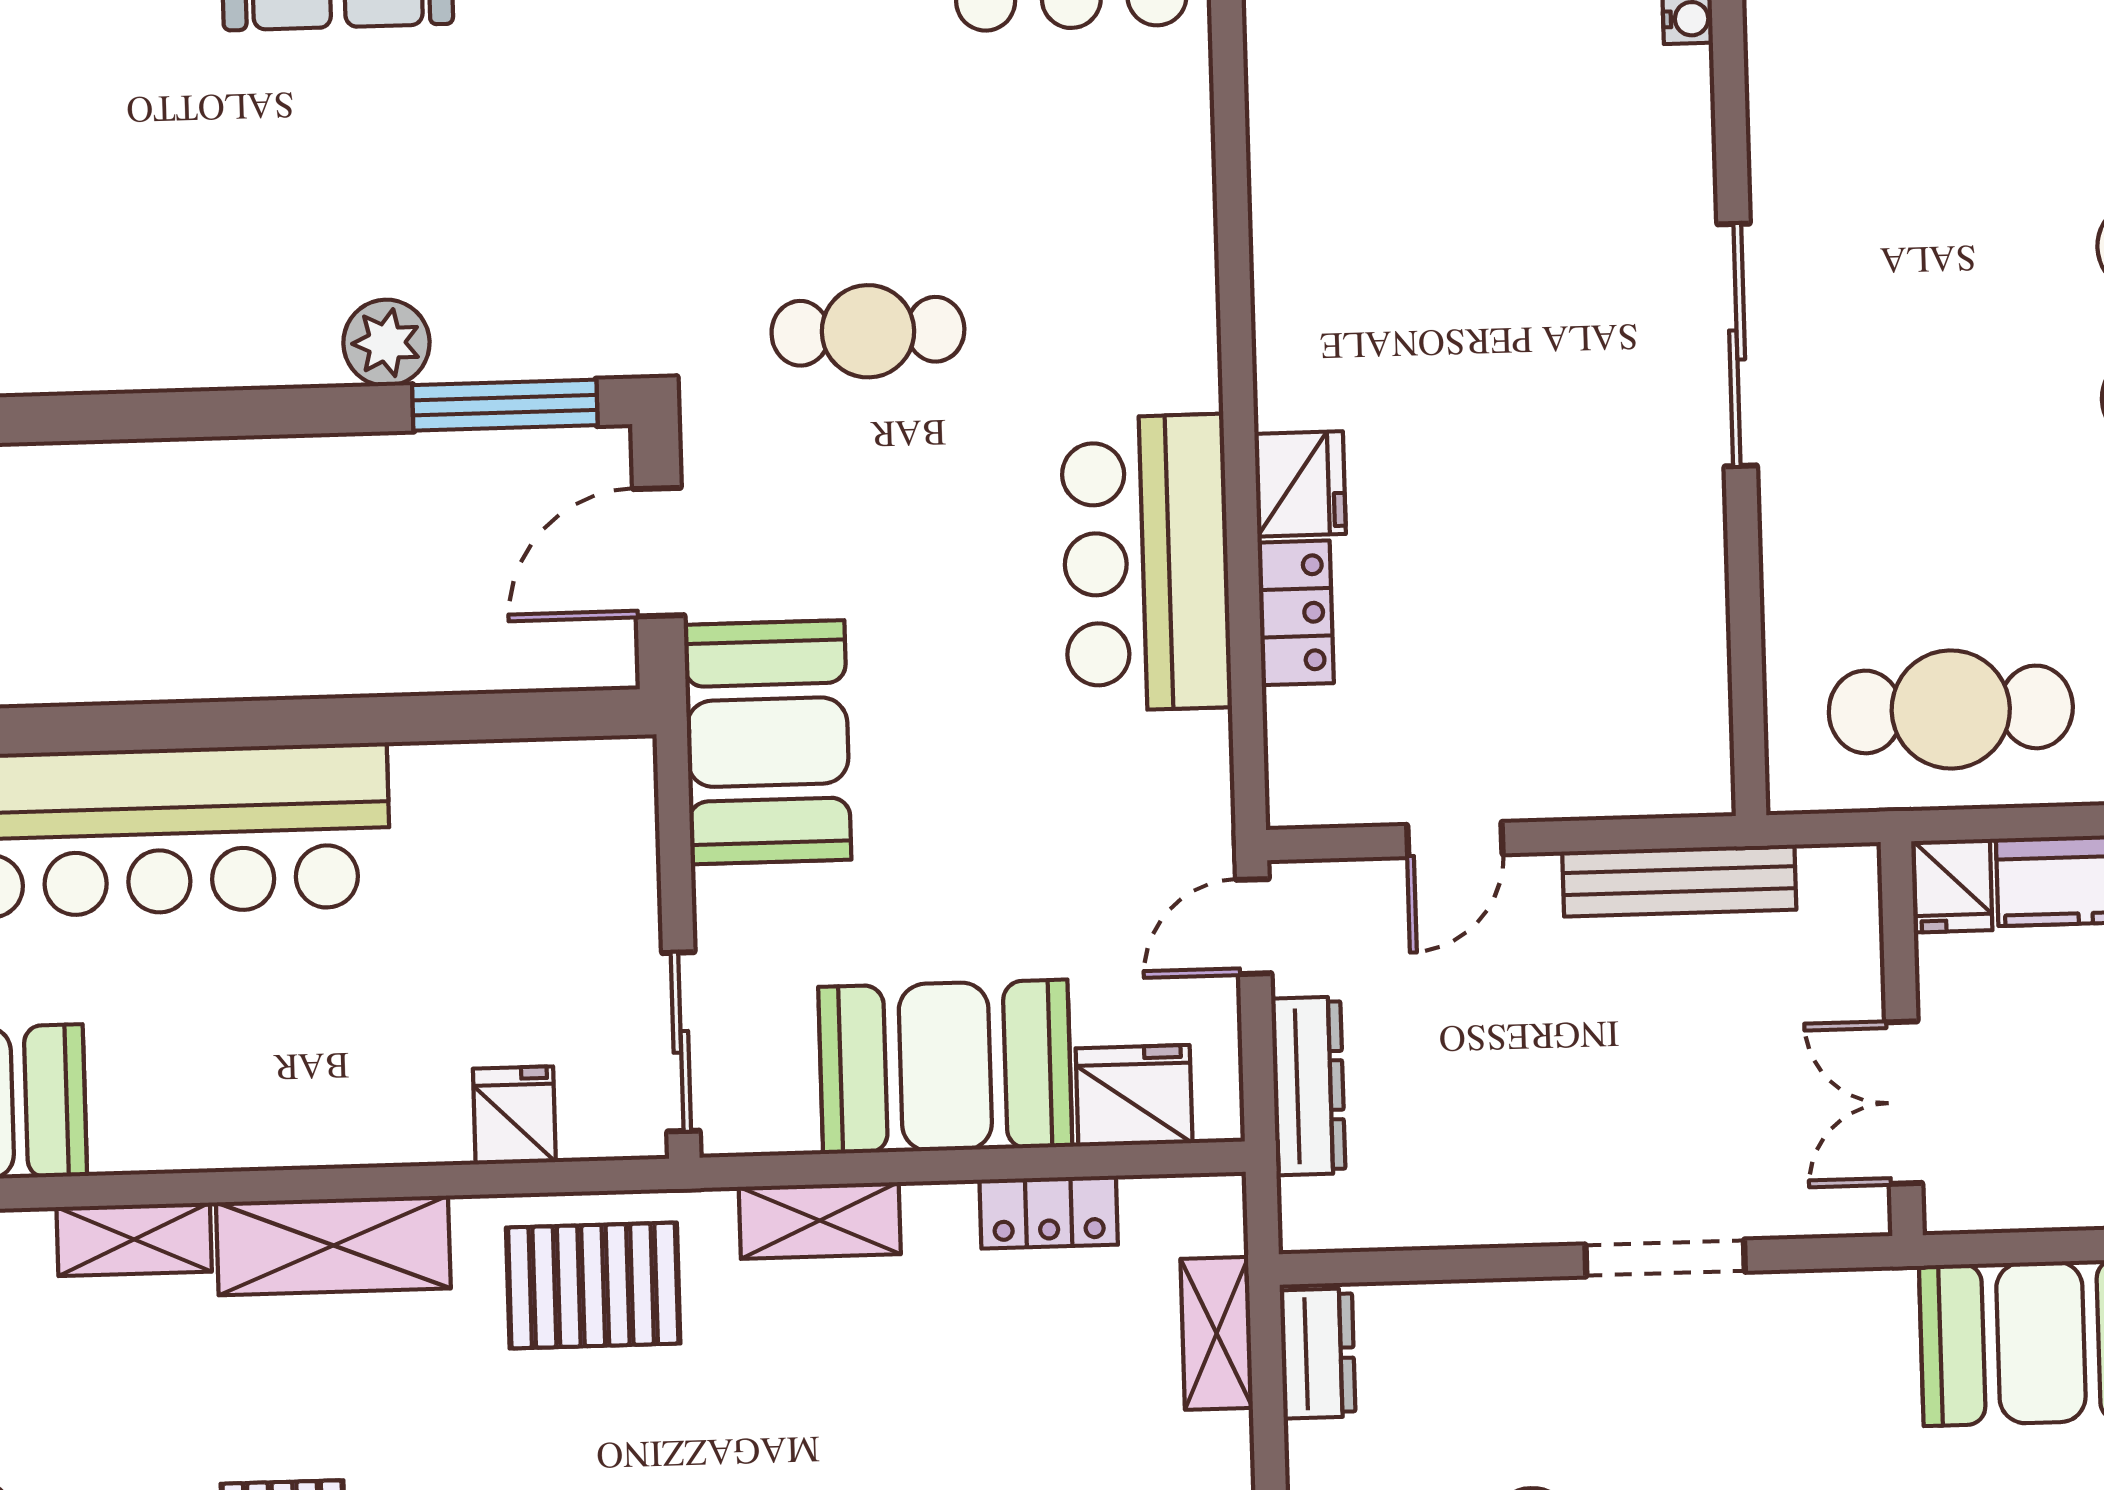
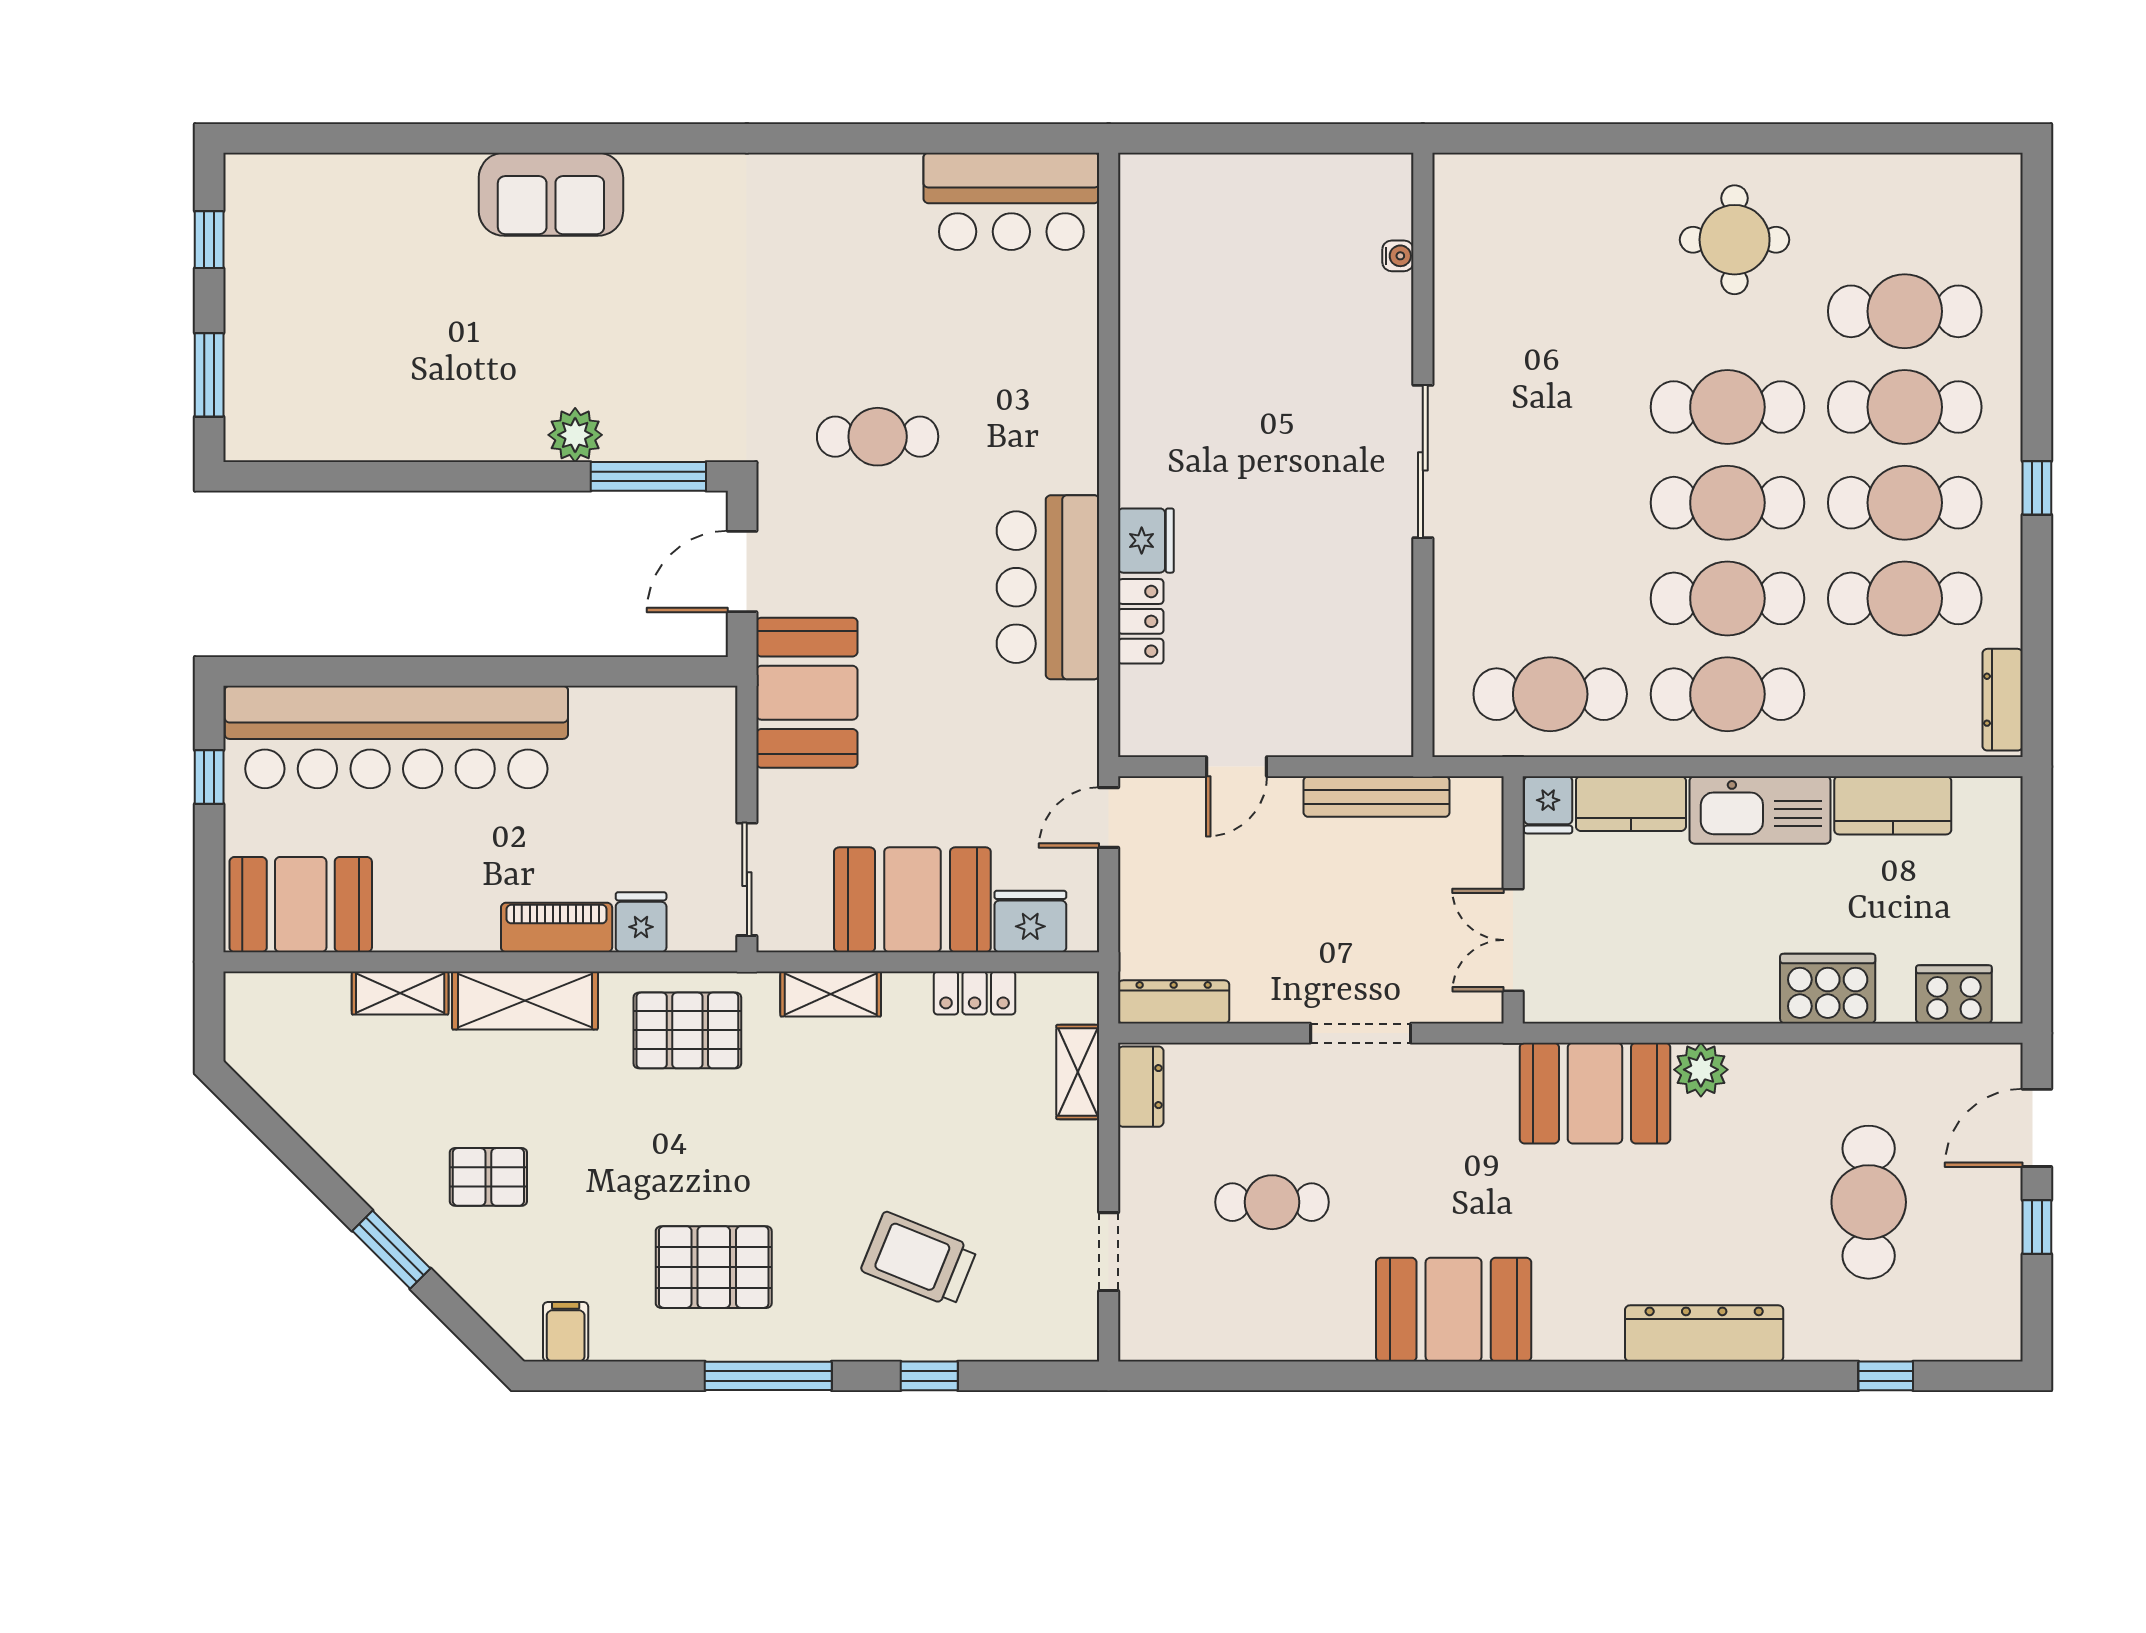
dresser: (1308, 1086) -> (1174, 1002), moved, turned -90
piano: (380, 1128) -> (557, 927), added

